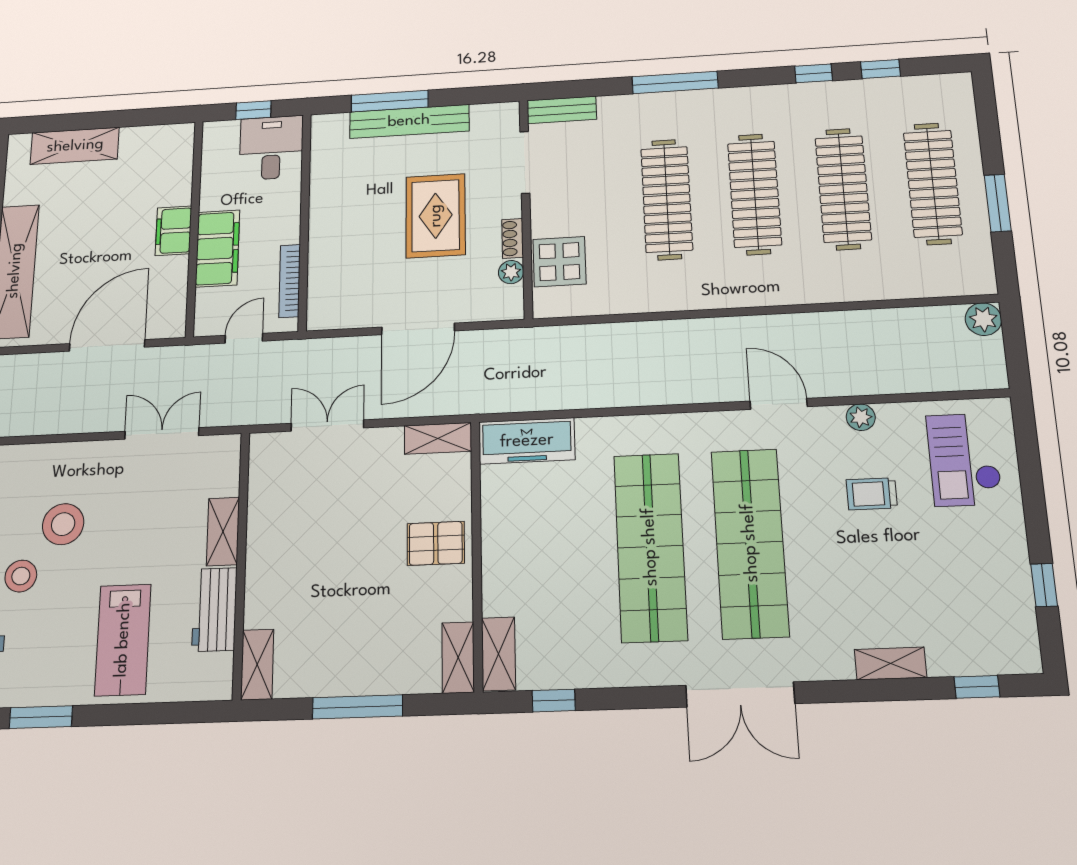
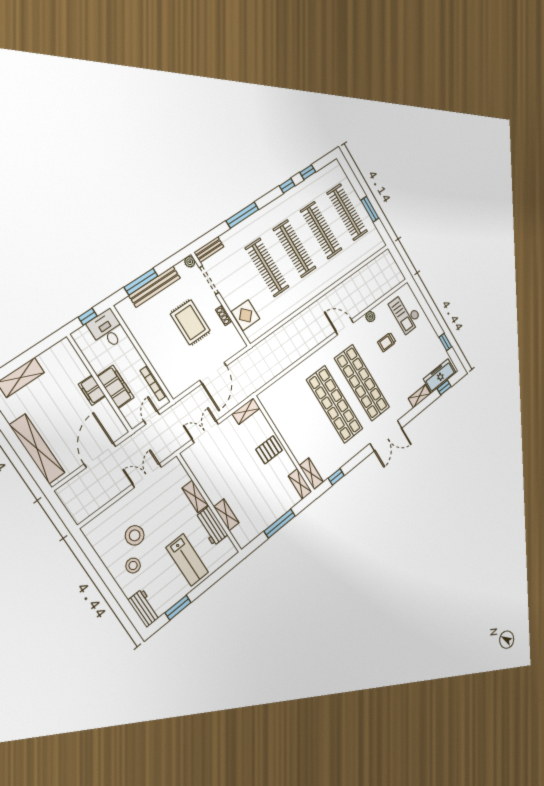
plant: (511, 272) -> (190, 262), moved
plant: (983, 319) -> (387, 258), removed
freezer: (527, 441) -> (440, 376), moved, turned 180
shelving: (257, 664) -> (226, 515), moved

